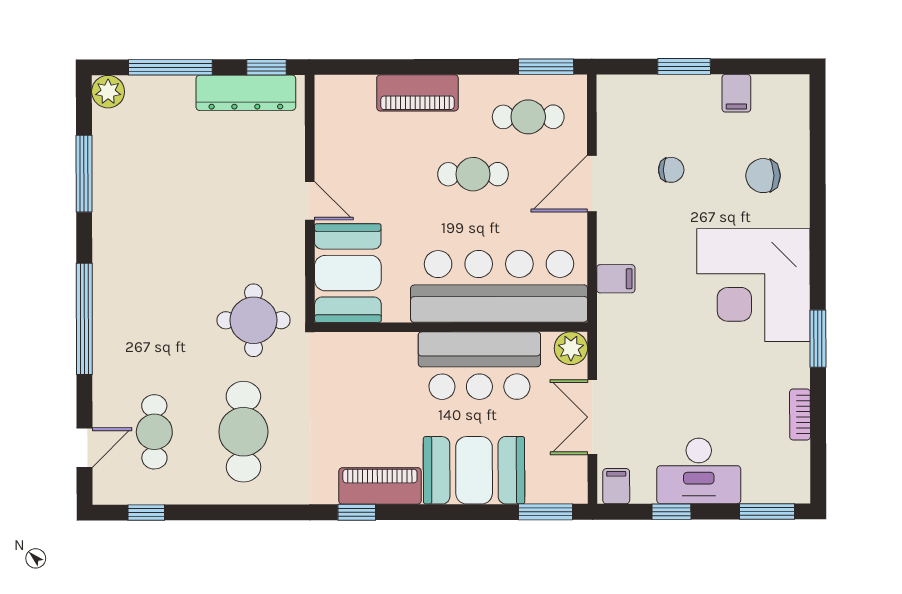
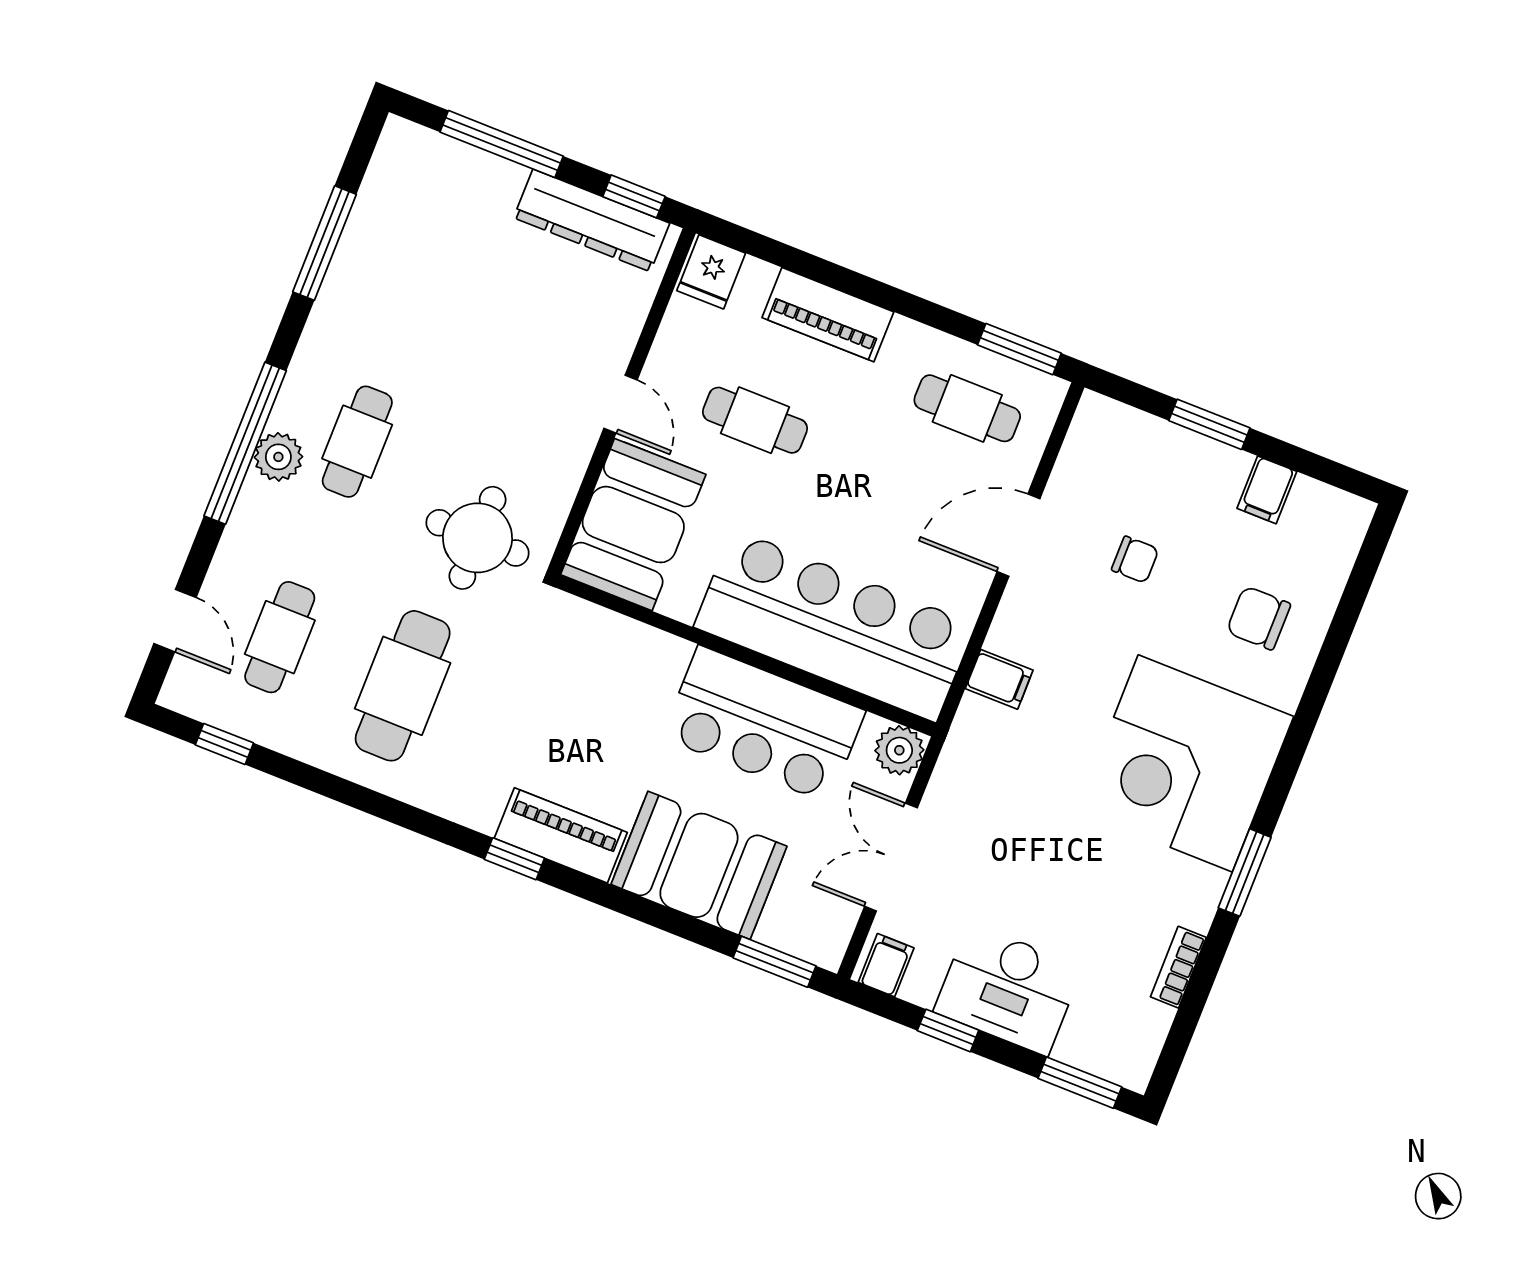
plant: (108, 92) -> (278, 457), moved
fridge: (334, 95) -> (711, 272), added
cafe table: (473, 174) -> (755, 420), moved
cafe table: (154, 290) -> (357, 442), added
door: (85, 448) -> (175, 621), hinge flipped

